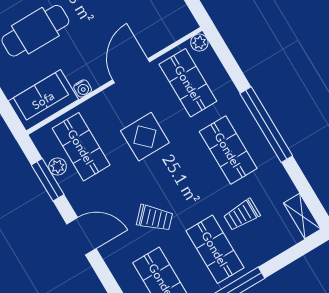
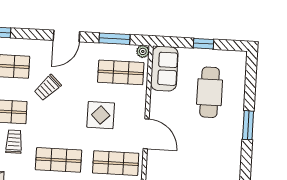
water cooler: (83, 88) -> (155, 97), removed
plant: (58, 167) -> (143, 51), moved

